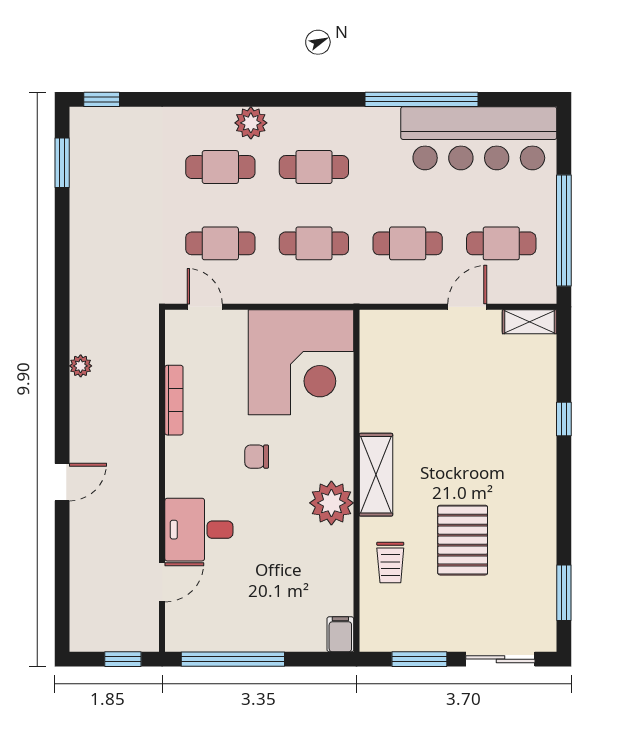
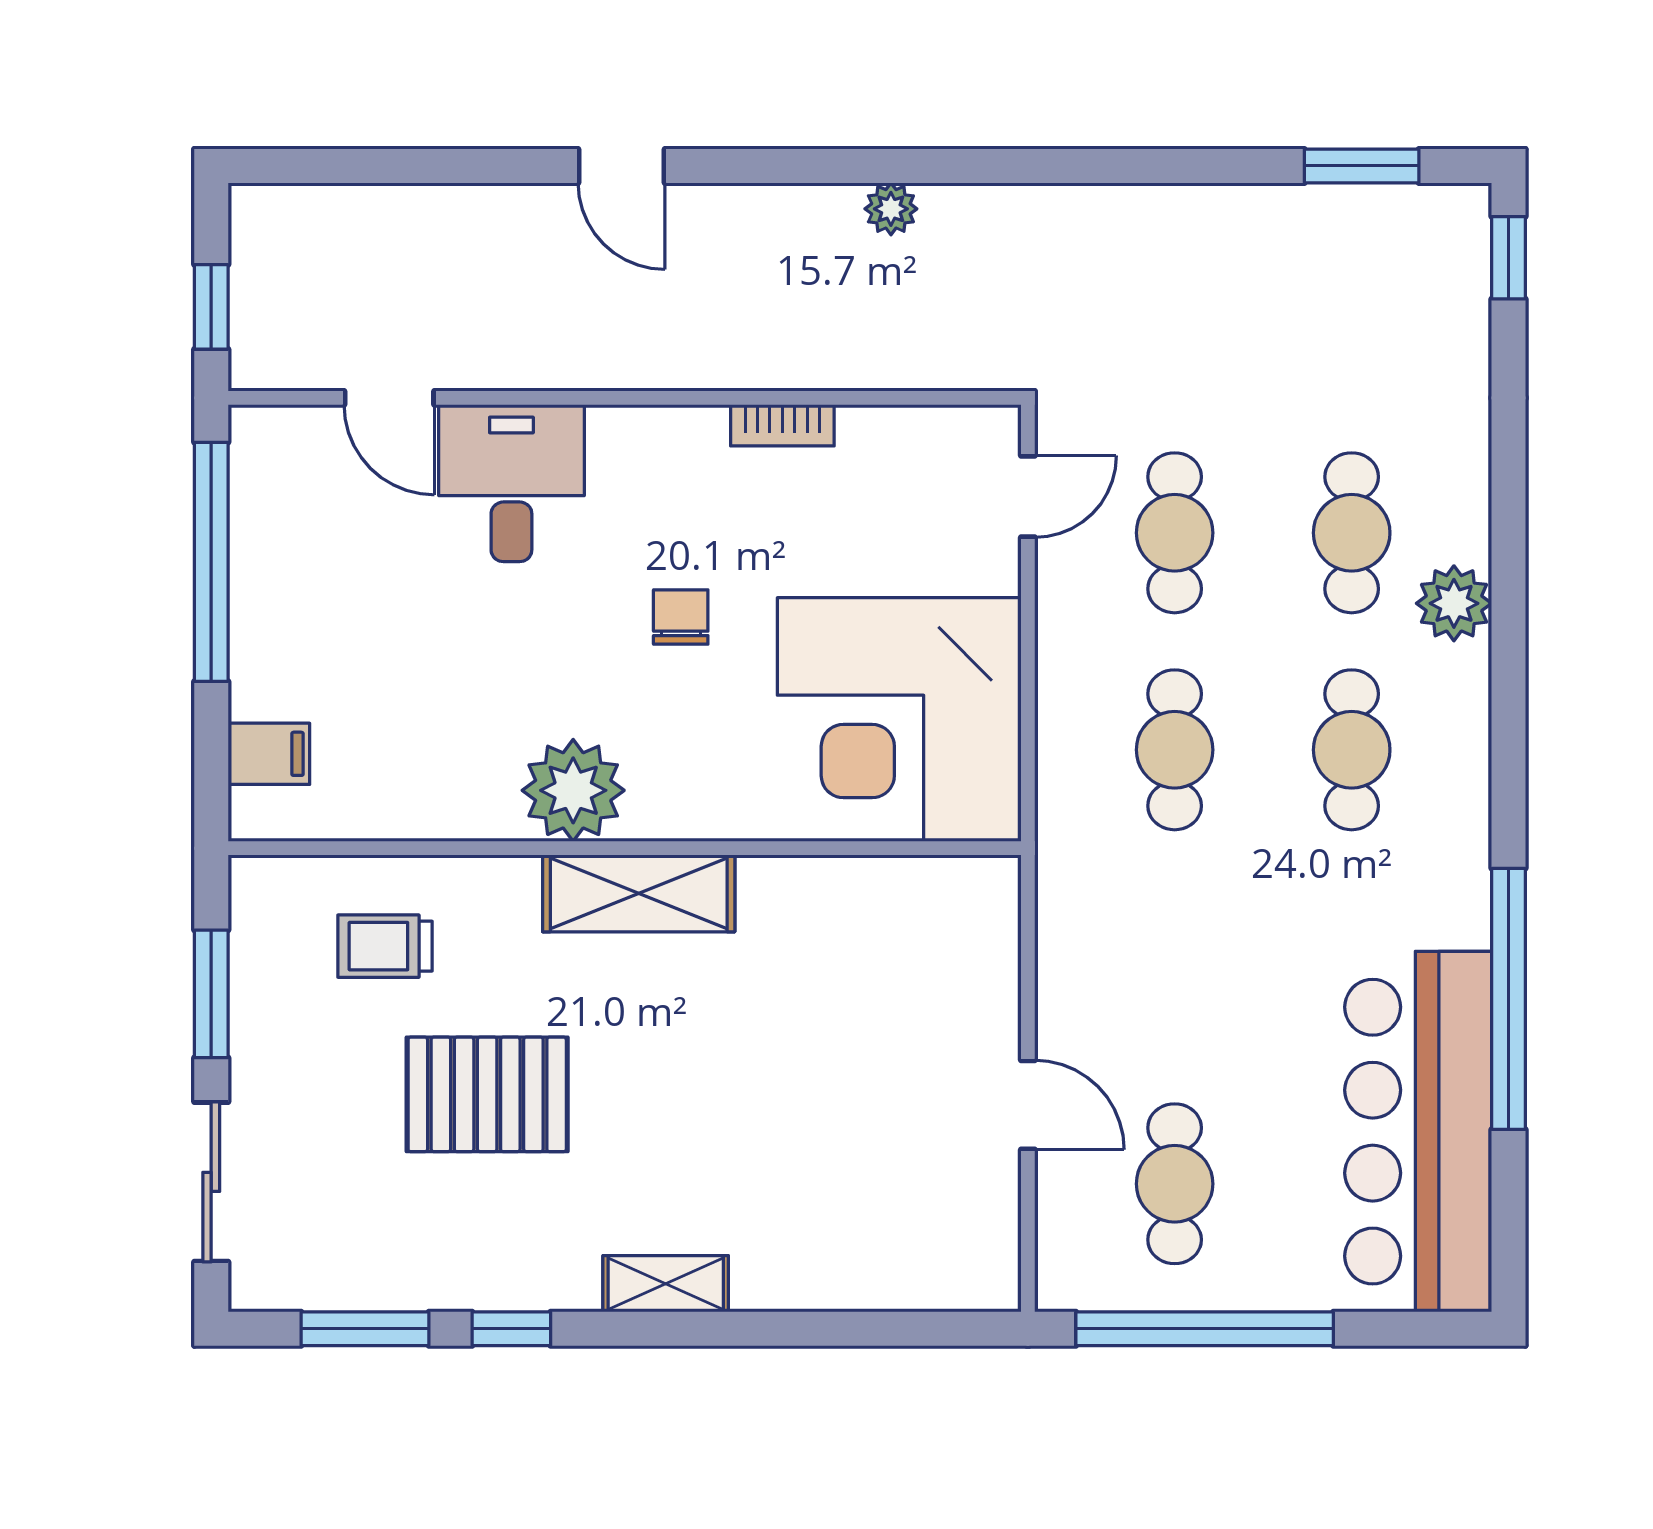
cafe table: (408, 243) -> (1175, 967), removed
shelving: (530, 322) -> (666, 1284), moved, turned 90
bookcase: (174, 400) -> (782, 425), width x0.64
window: (564, 419) -> (511, 1329), moved
trolley: (390, 562) -> (385, 946), moved
filing cabinet: (340, 634) -> (269, 754), moved

